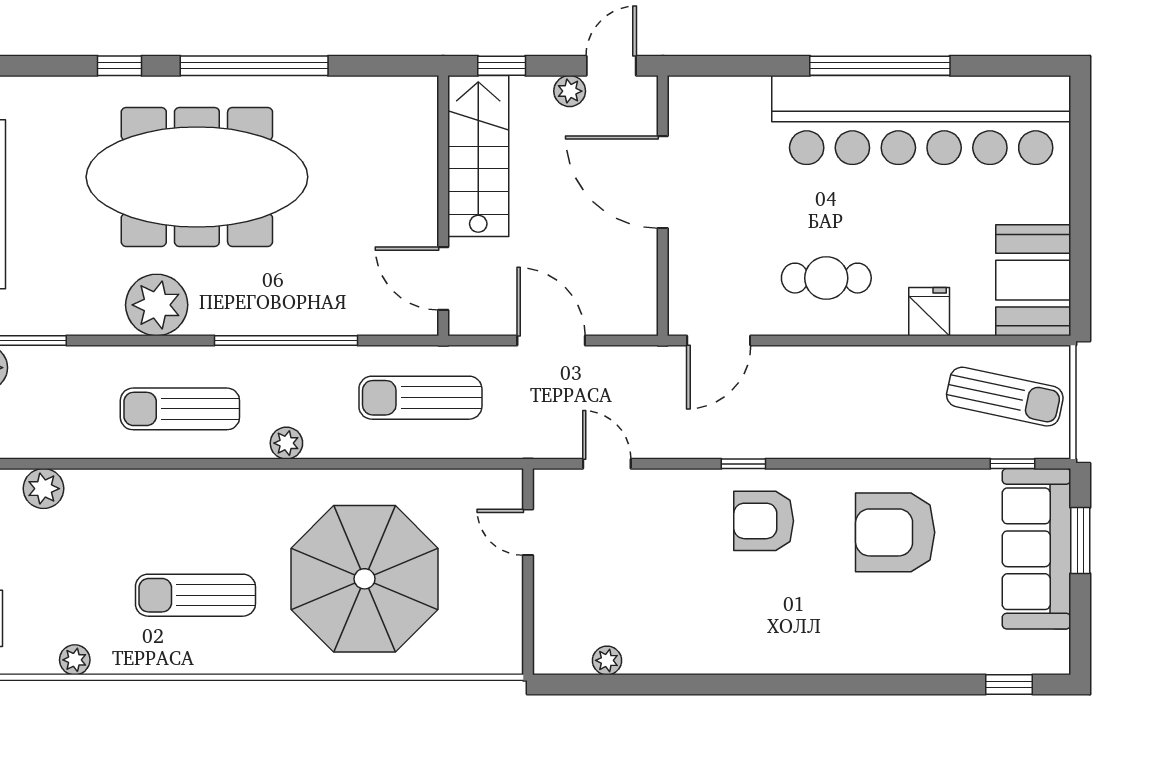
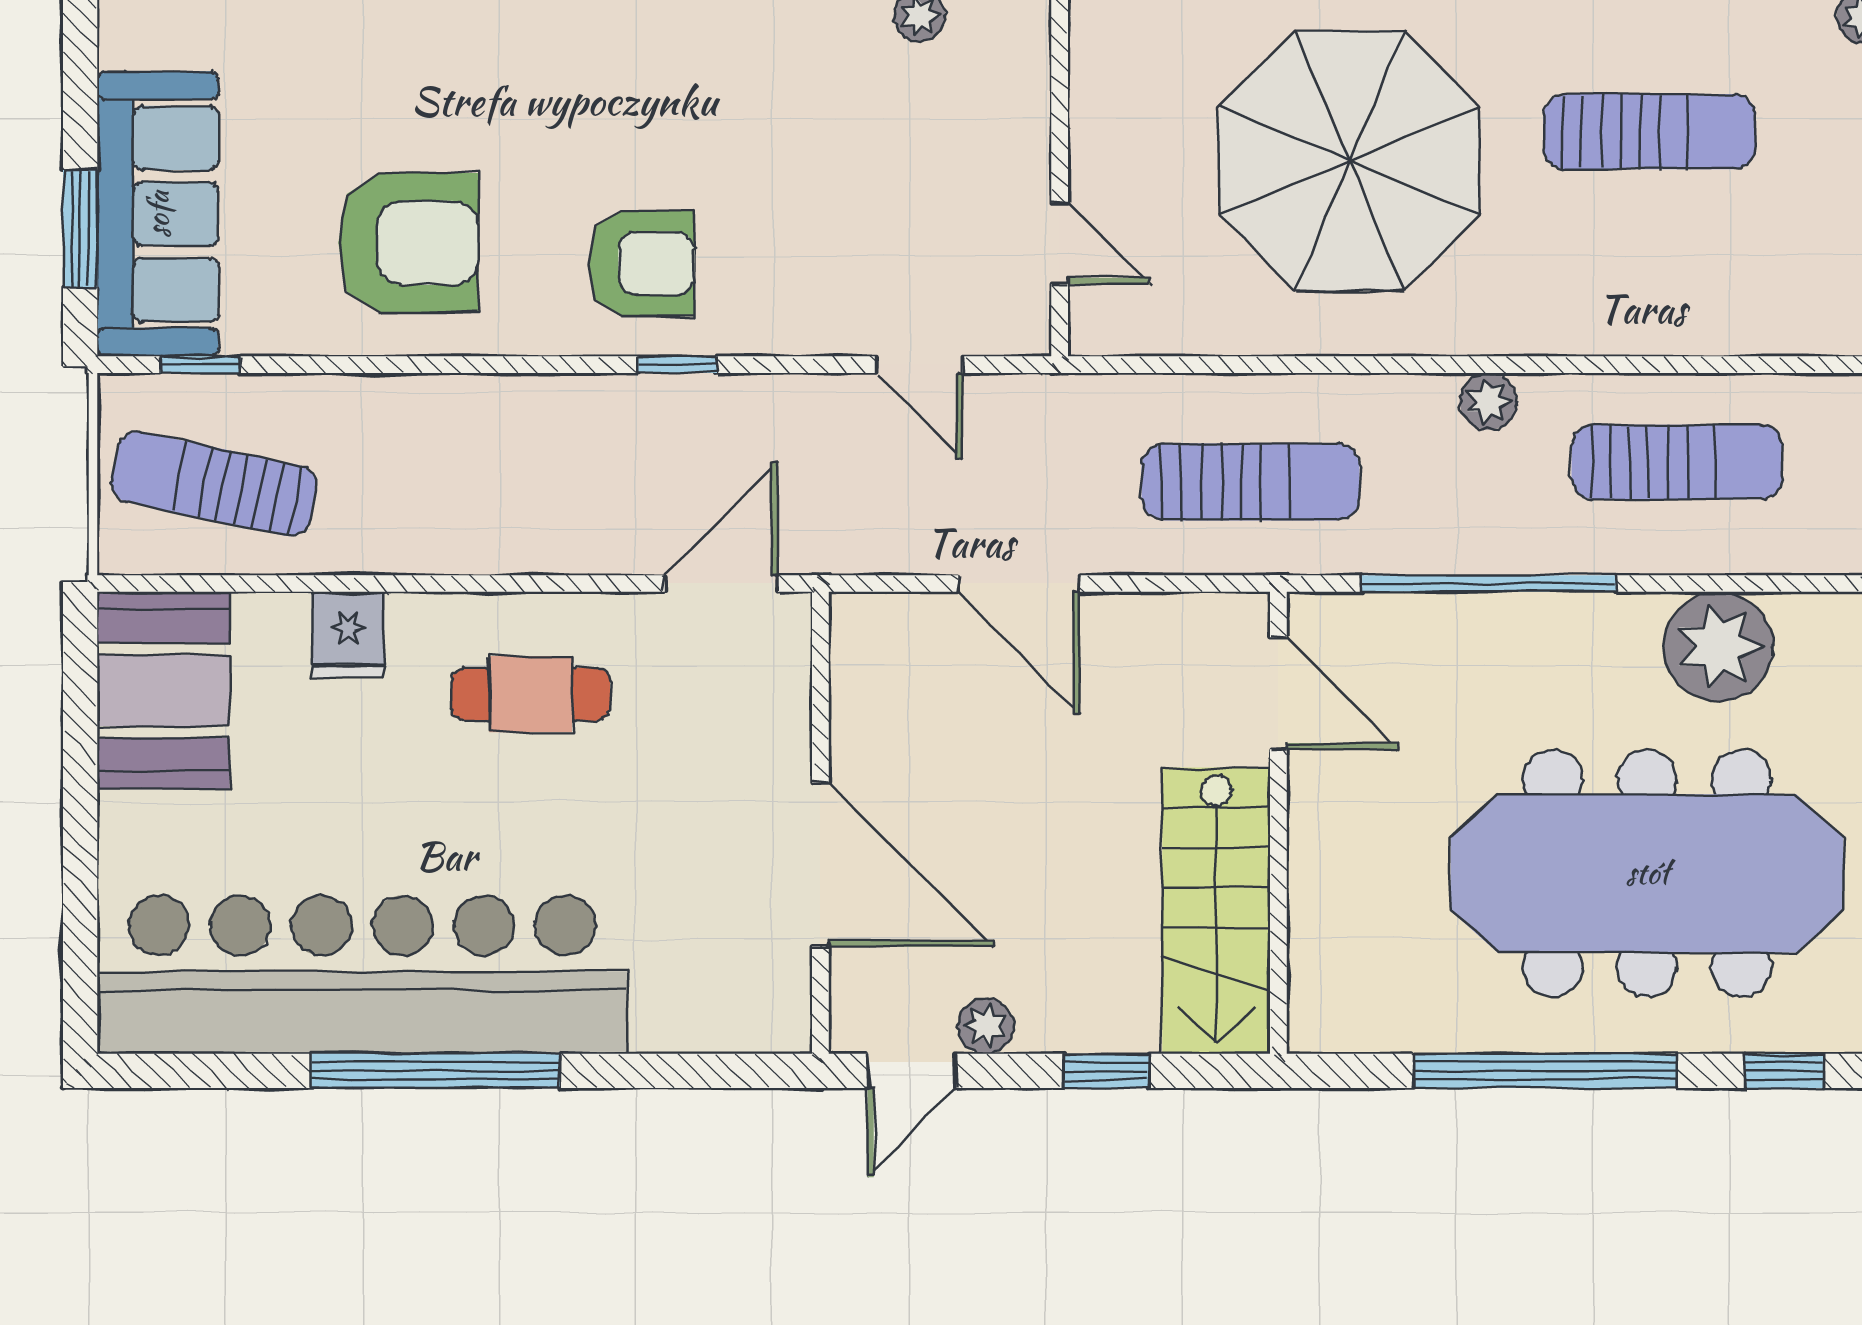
stairs: (478, 156) -> (1216, 911), moved
wall: (443, 206) -> (1278, 823), moved
door: (443, 279) -> (1278, 693), moved

